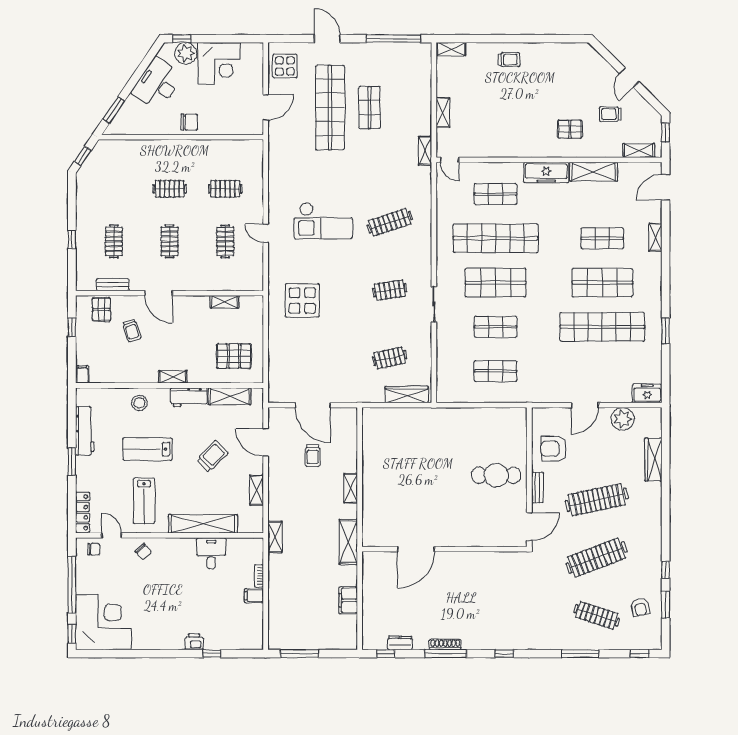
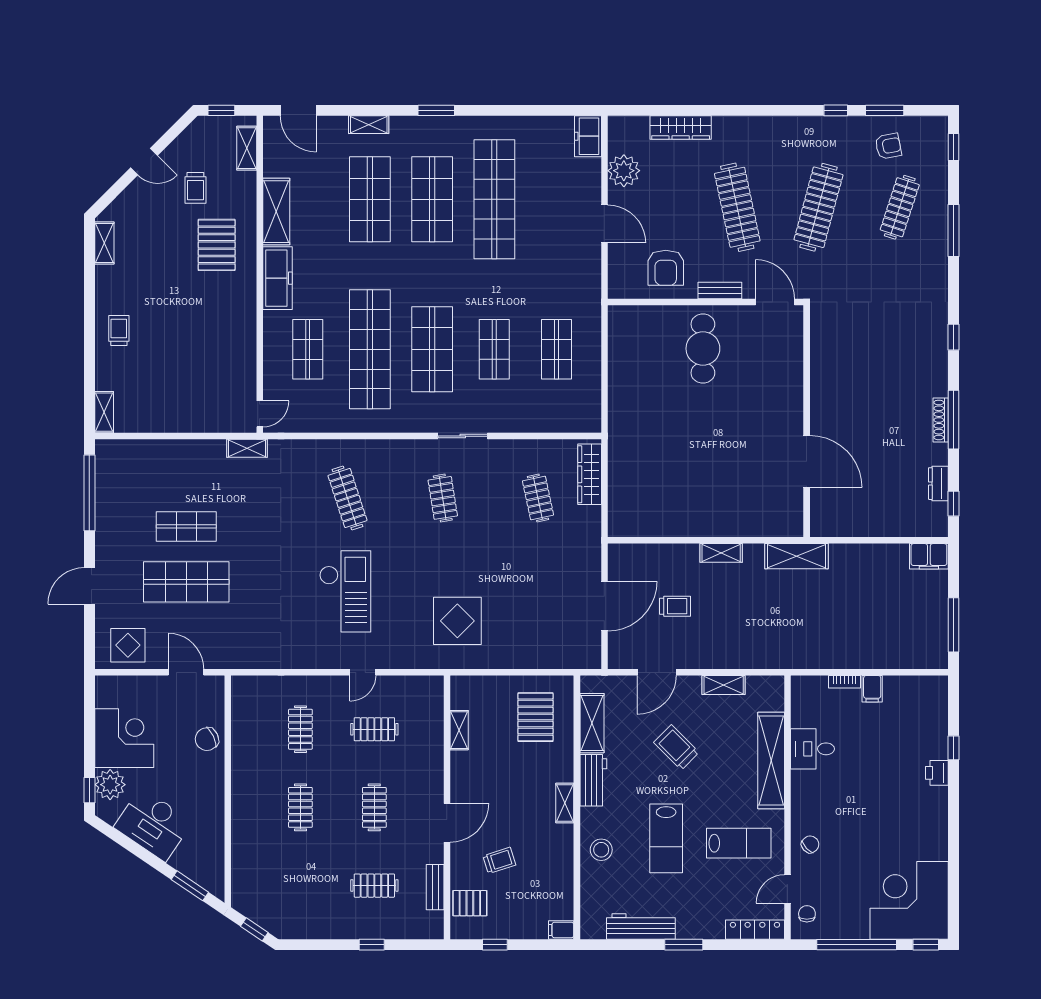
shop shelf: (330, 108) -> (186, 582), width x0.71
shelving: (443, 113) -> (104, 243), moved, turned 90
chair: (189, 122) -> (207, 739), moved, turned -116
pallet: (570, 129) -> (217, 245), width x1.50, depth x1.42
shop shelf: (602, 238) -> (370, 199), width x1.43, depth x1.36
clothes rail: (170, 241) -> (374, 807), turned 90
window: (666, 331) -> (436, 110), moved
shelving: (275, 537) -> (789, 659), removed
clothes rail: (597, 558) -> (819, 207), turned 36
filing cabinet: (348, 600) -> (929, 556), moved

